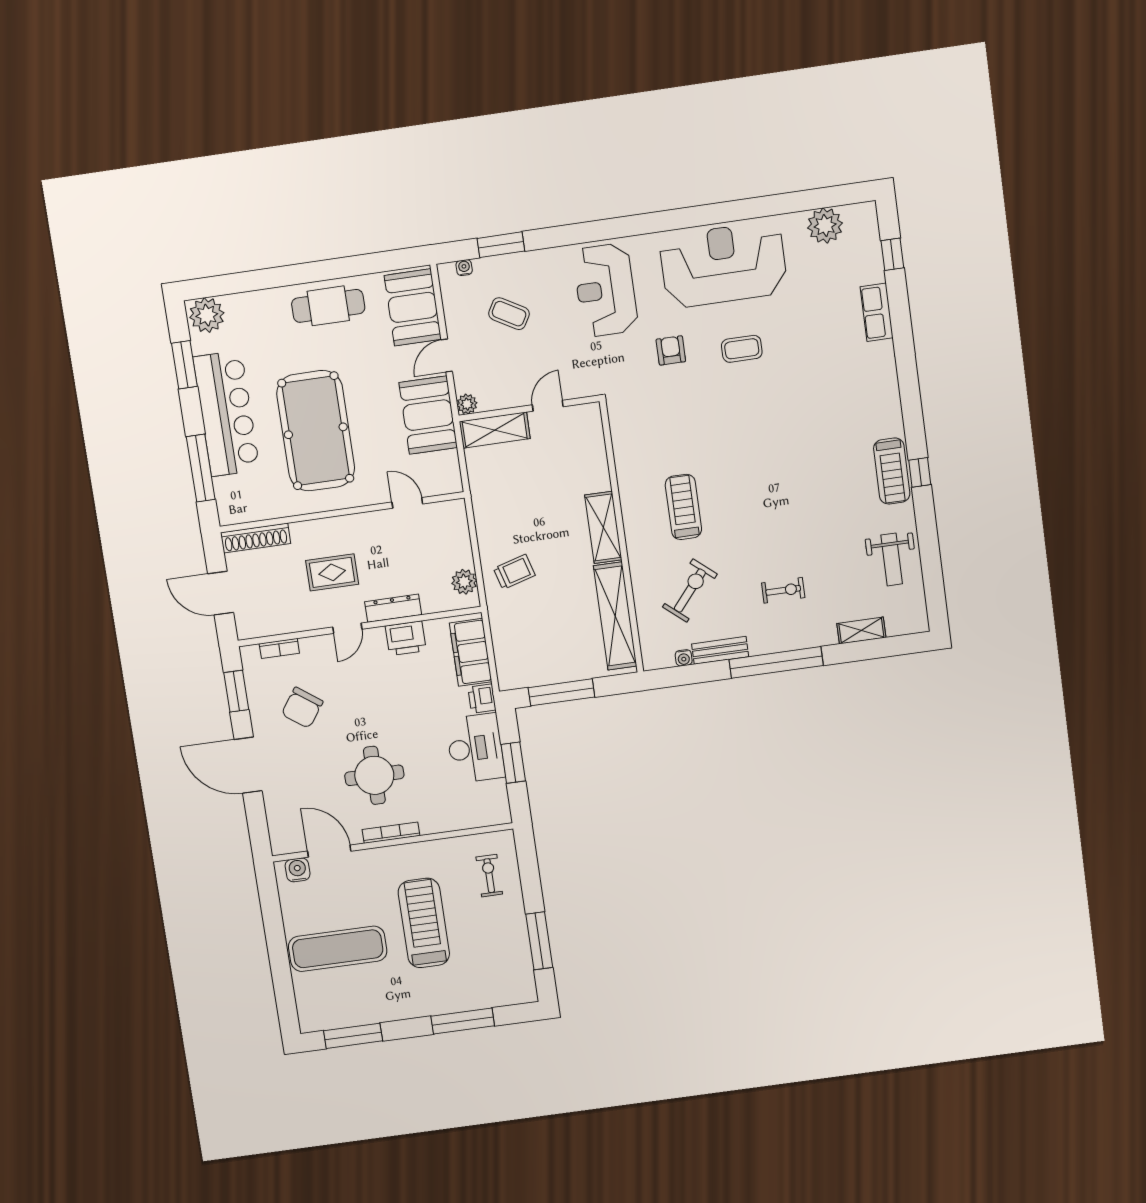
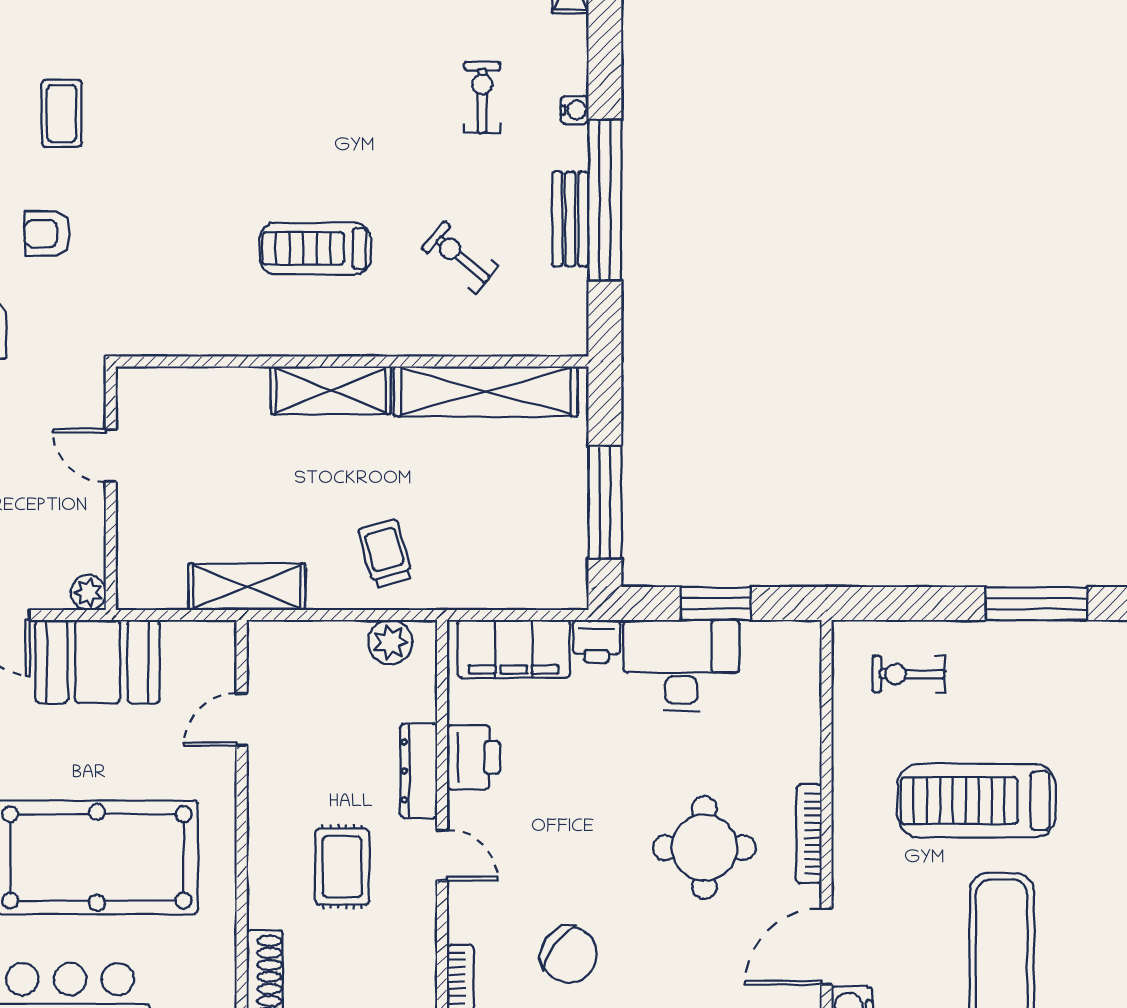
shelving: (495, 430) -> (247, 587), moved, turned 90
exercise bike: (690, 591) -> (460, 257), width x0.73, depth x0.72
water cooler: (684, 658) -> (575, 110), moved
window: (776, 662) -> (605, 200), moved

